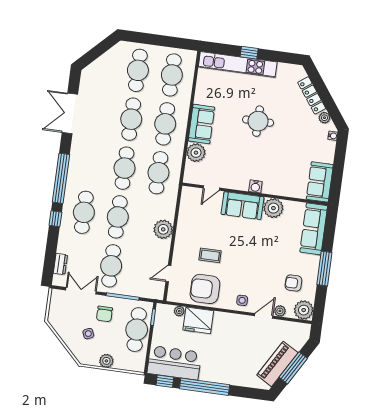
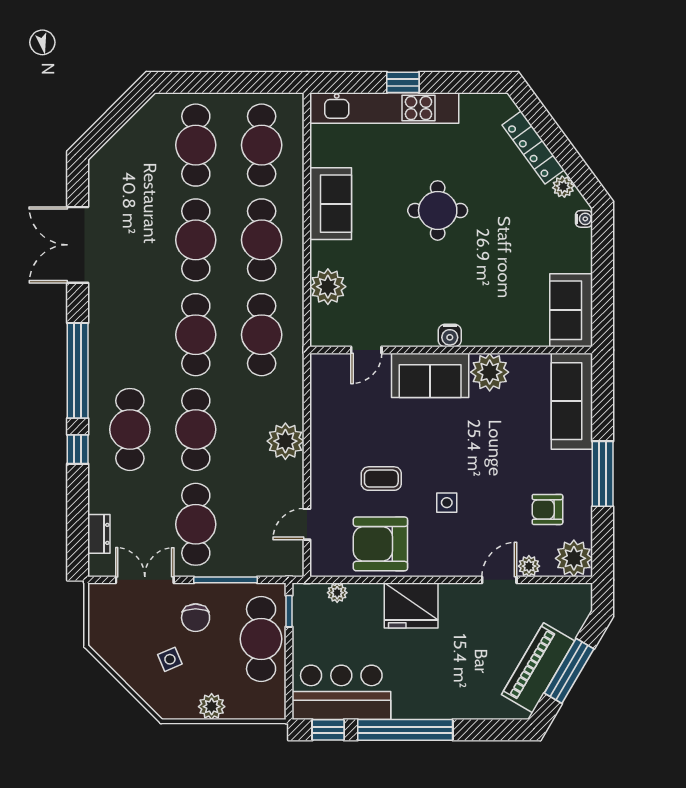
sofa: (201, 124) -> (331, 204), moved
side table: (242, 300) -> (447, 503), moved
fridge: (198, 320) -> (411, 605), moved

